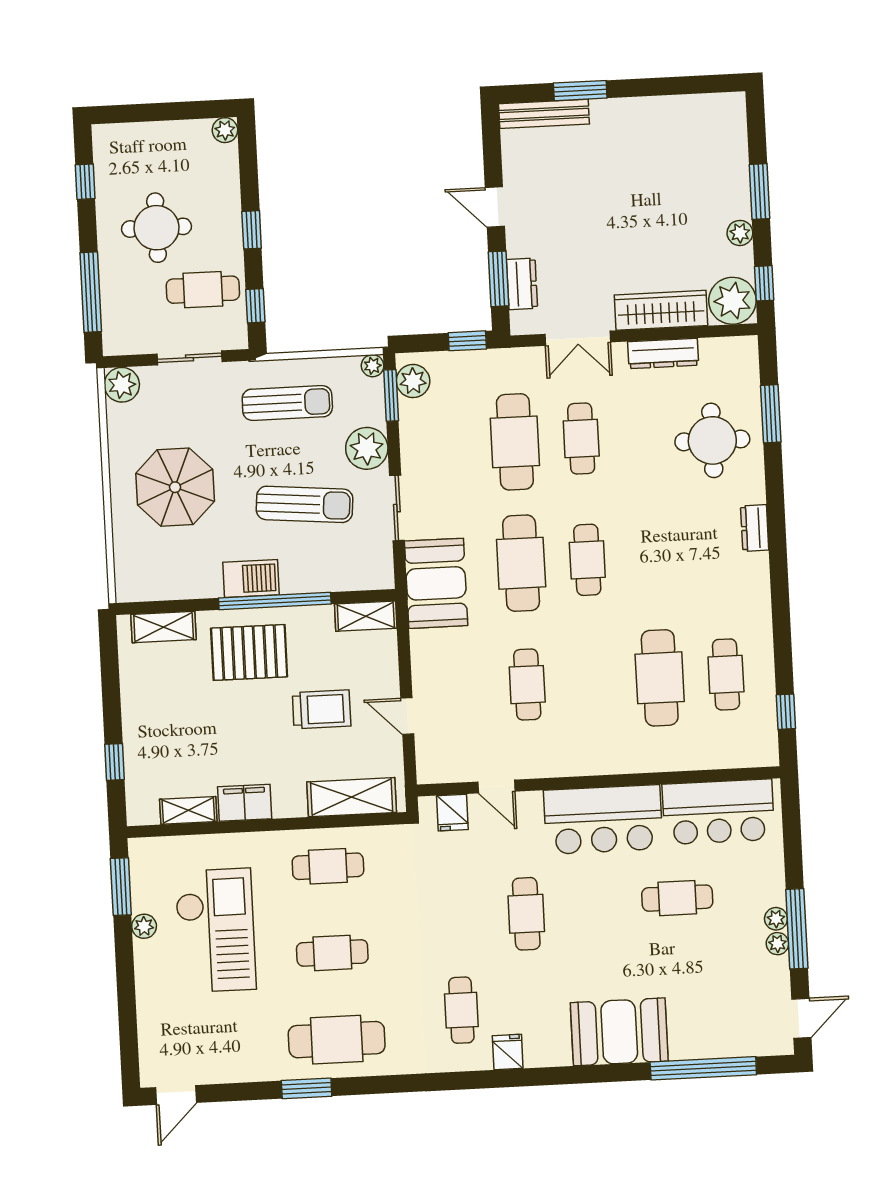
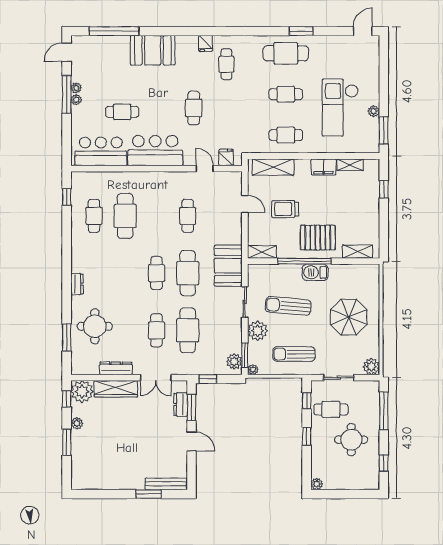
double door: (578, 338) -> (156, 378), swing flipped

